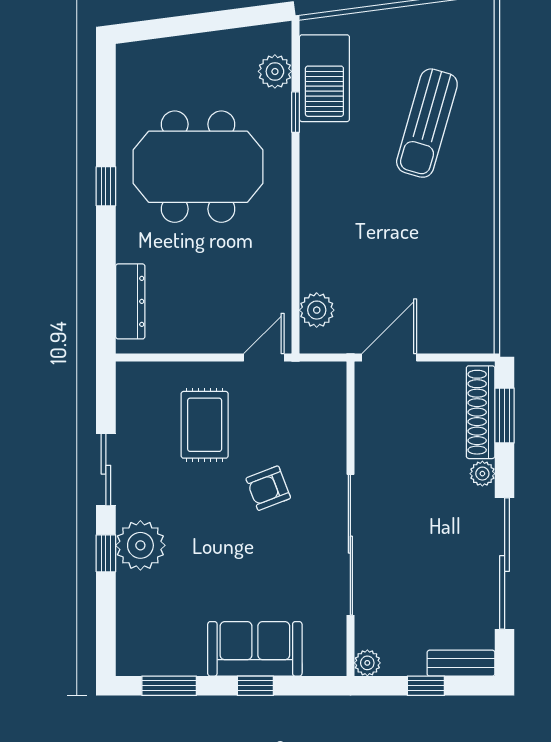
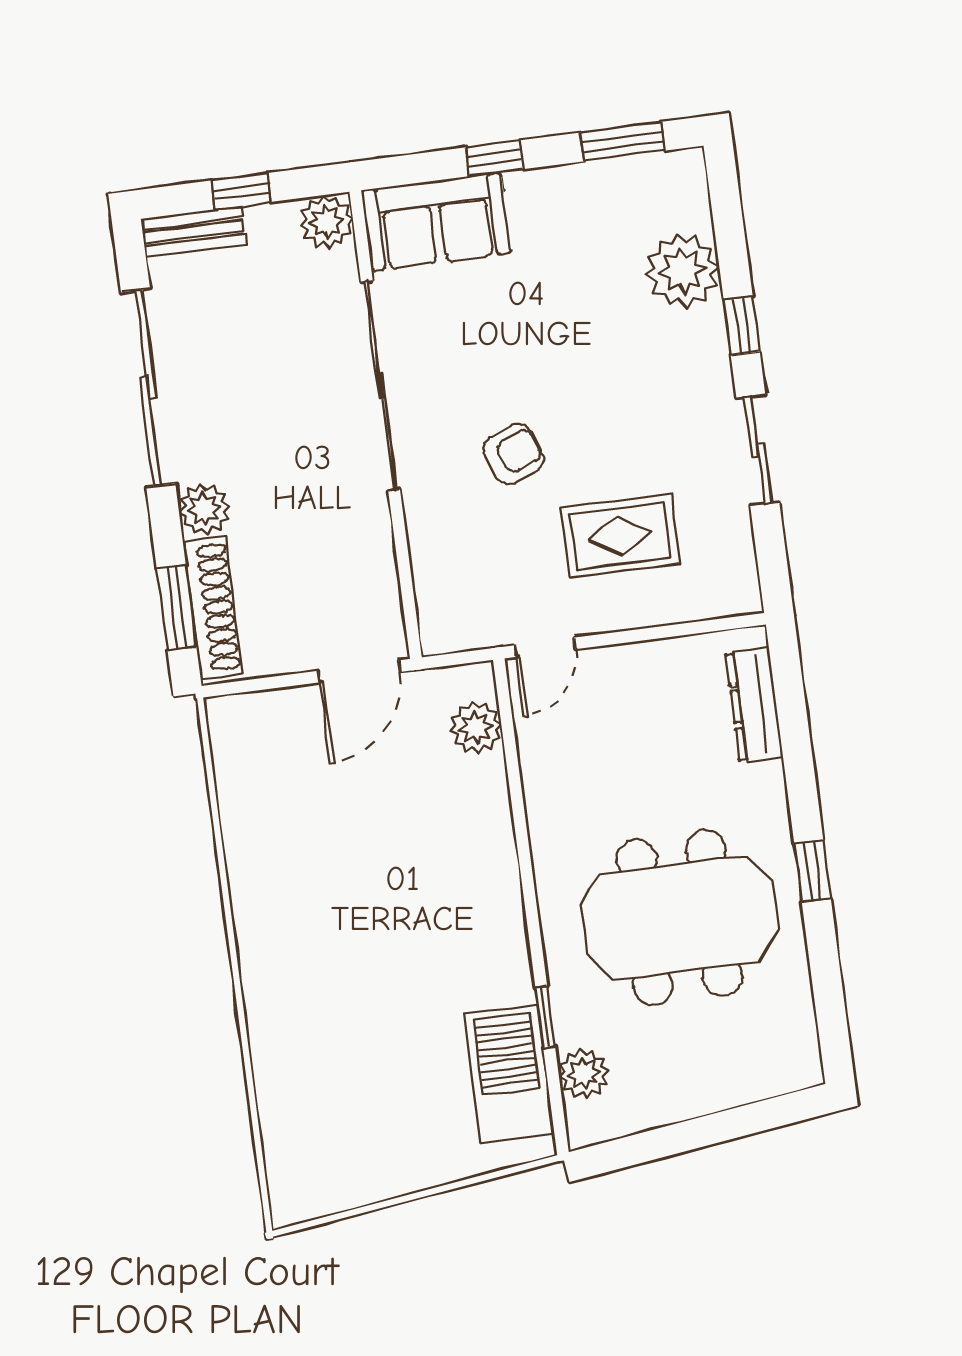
sun lounger: (427, 123) -> (348, 1026), removed
rug: (205, 425) -> (620, 536), turned 90
plant: (482, 474) -> (204, 509), width x1.38, depth x1.38
plant: (140, 545) -> (682, 271), moved
sofa: (255, 649) -> (436, 222), moved
plant: (367, 663) -> (326, 222), width x1.38, depth x1.38

